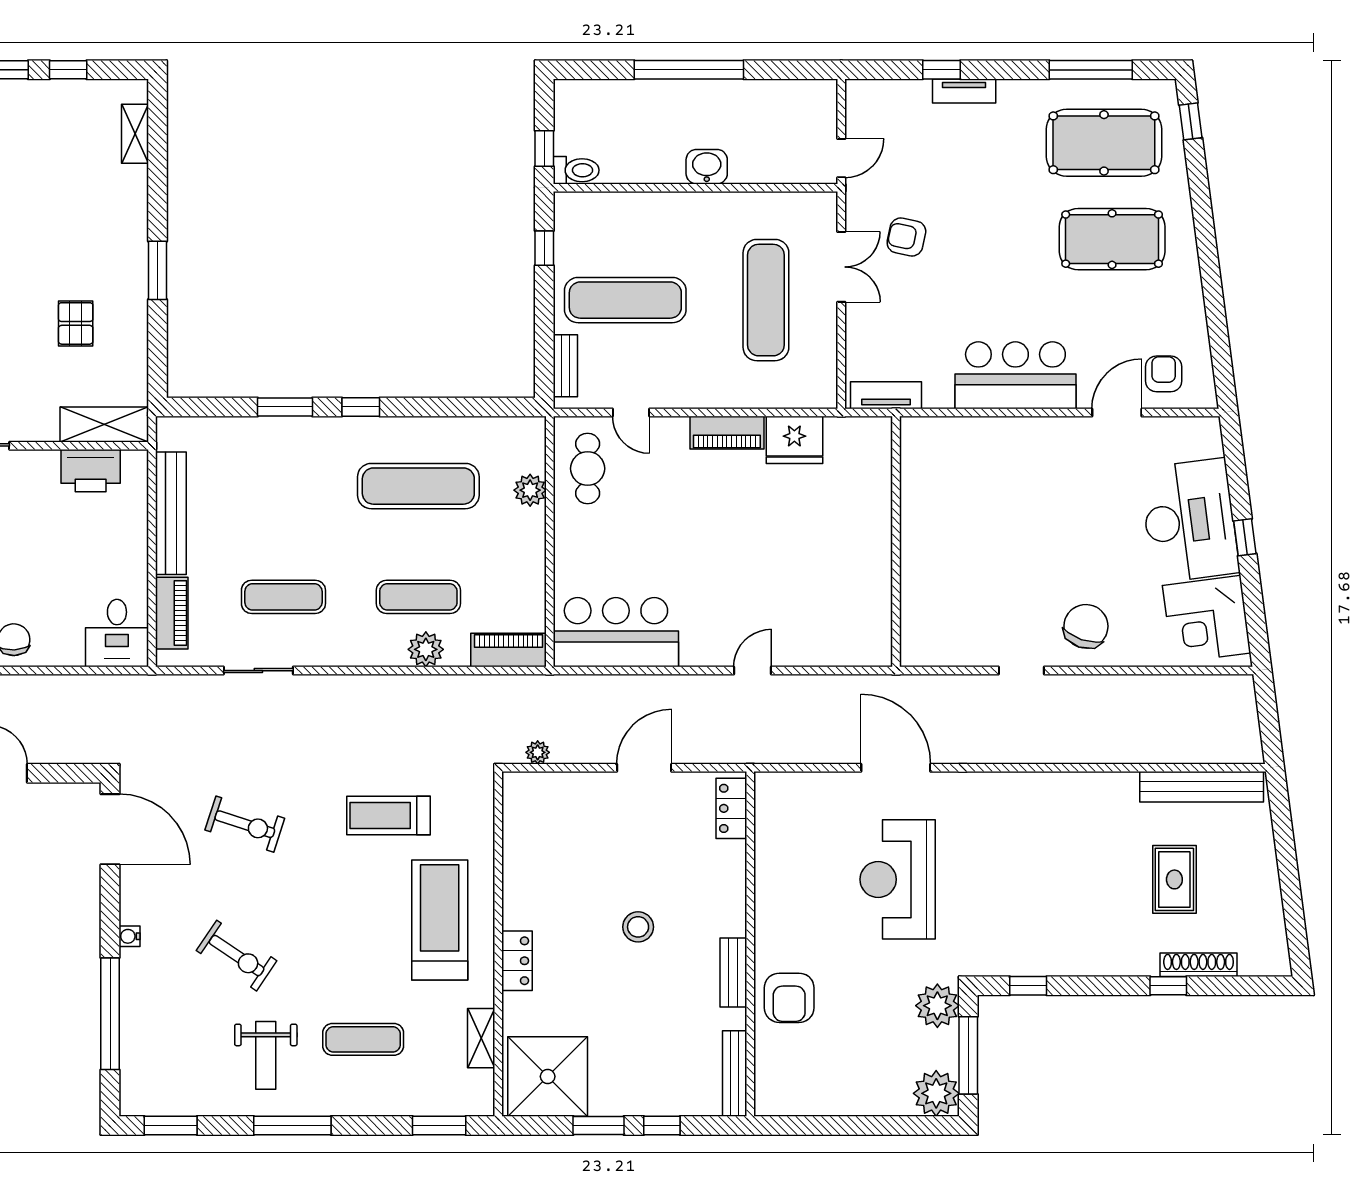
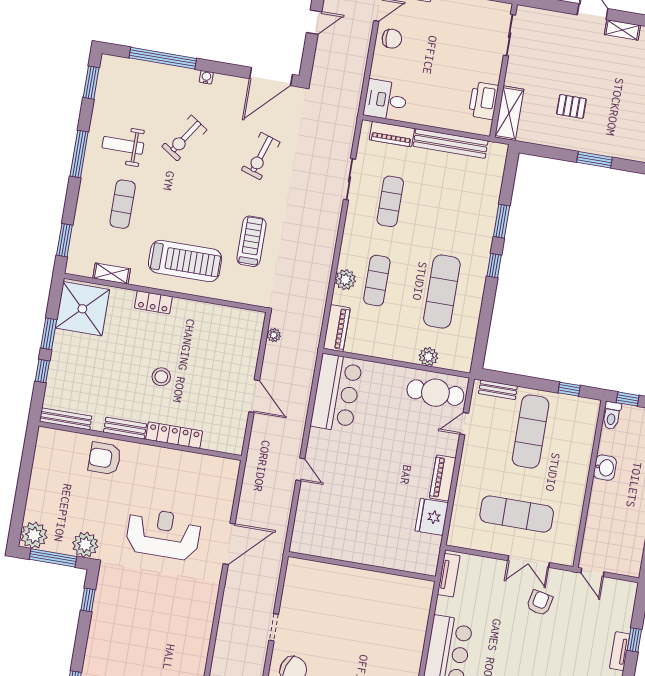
washbasin: (707, 167) -> (605, 468), moved
cafe table: (588, 469) -> (435, 393), width x1.37, depth x1.35
locker: (731, 808) -> (174, 435), moved, width x1.53

